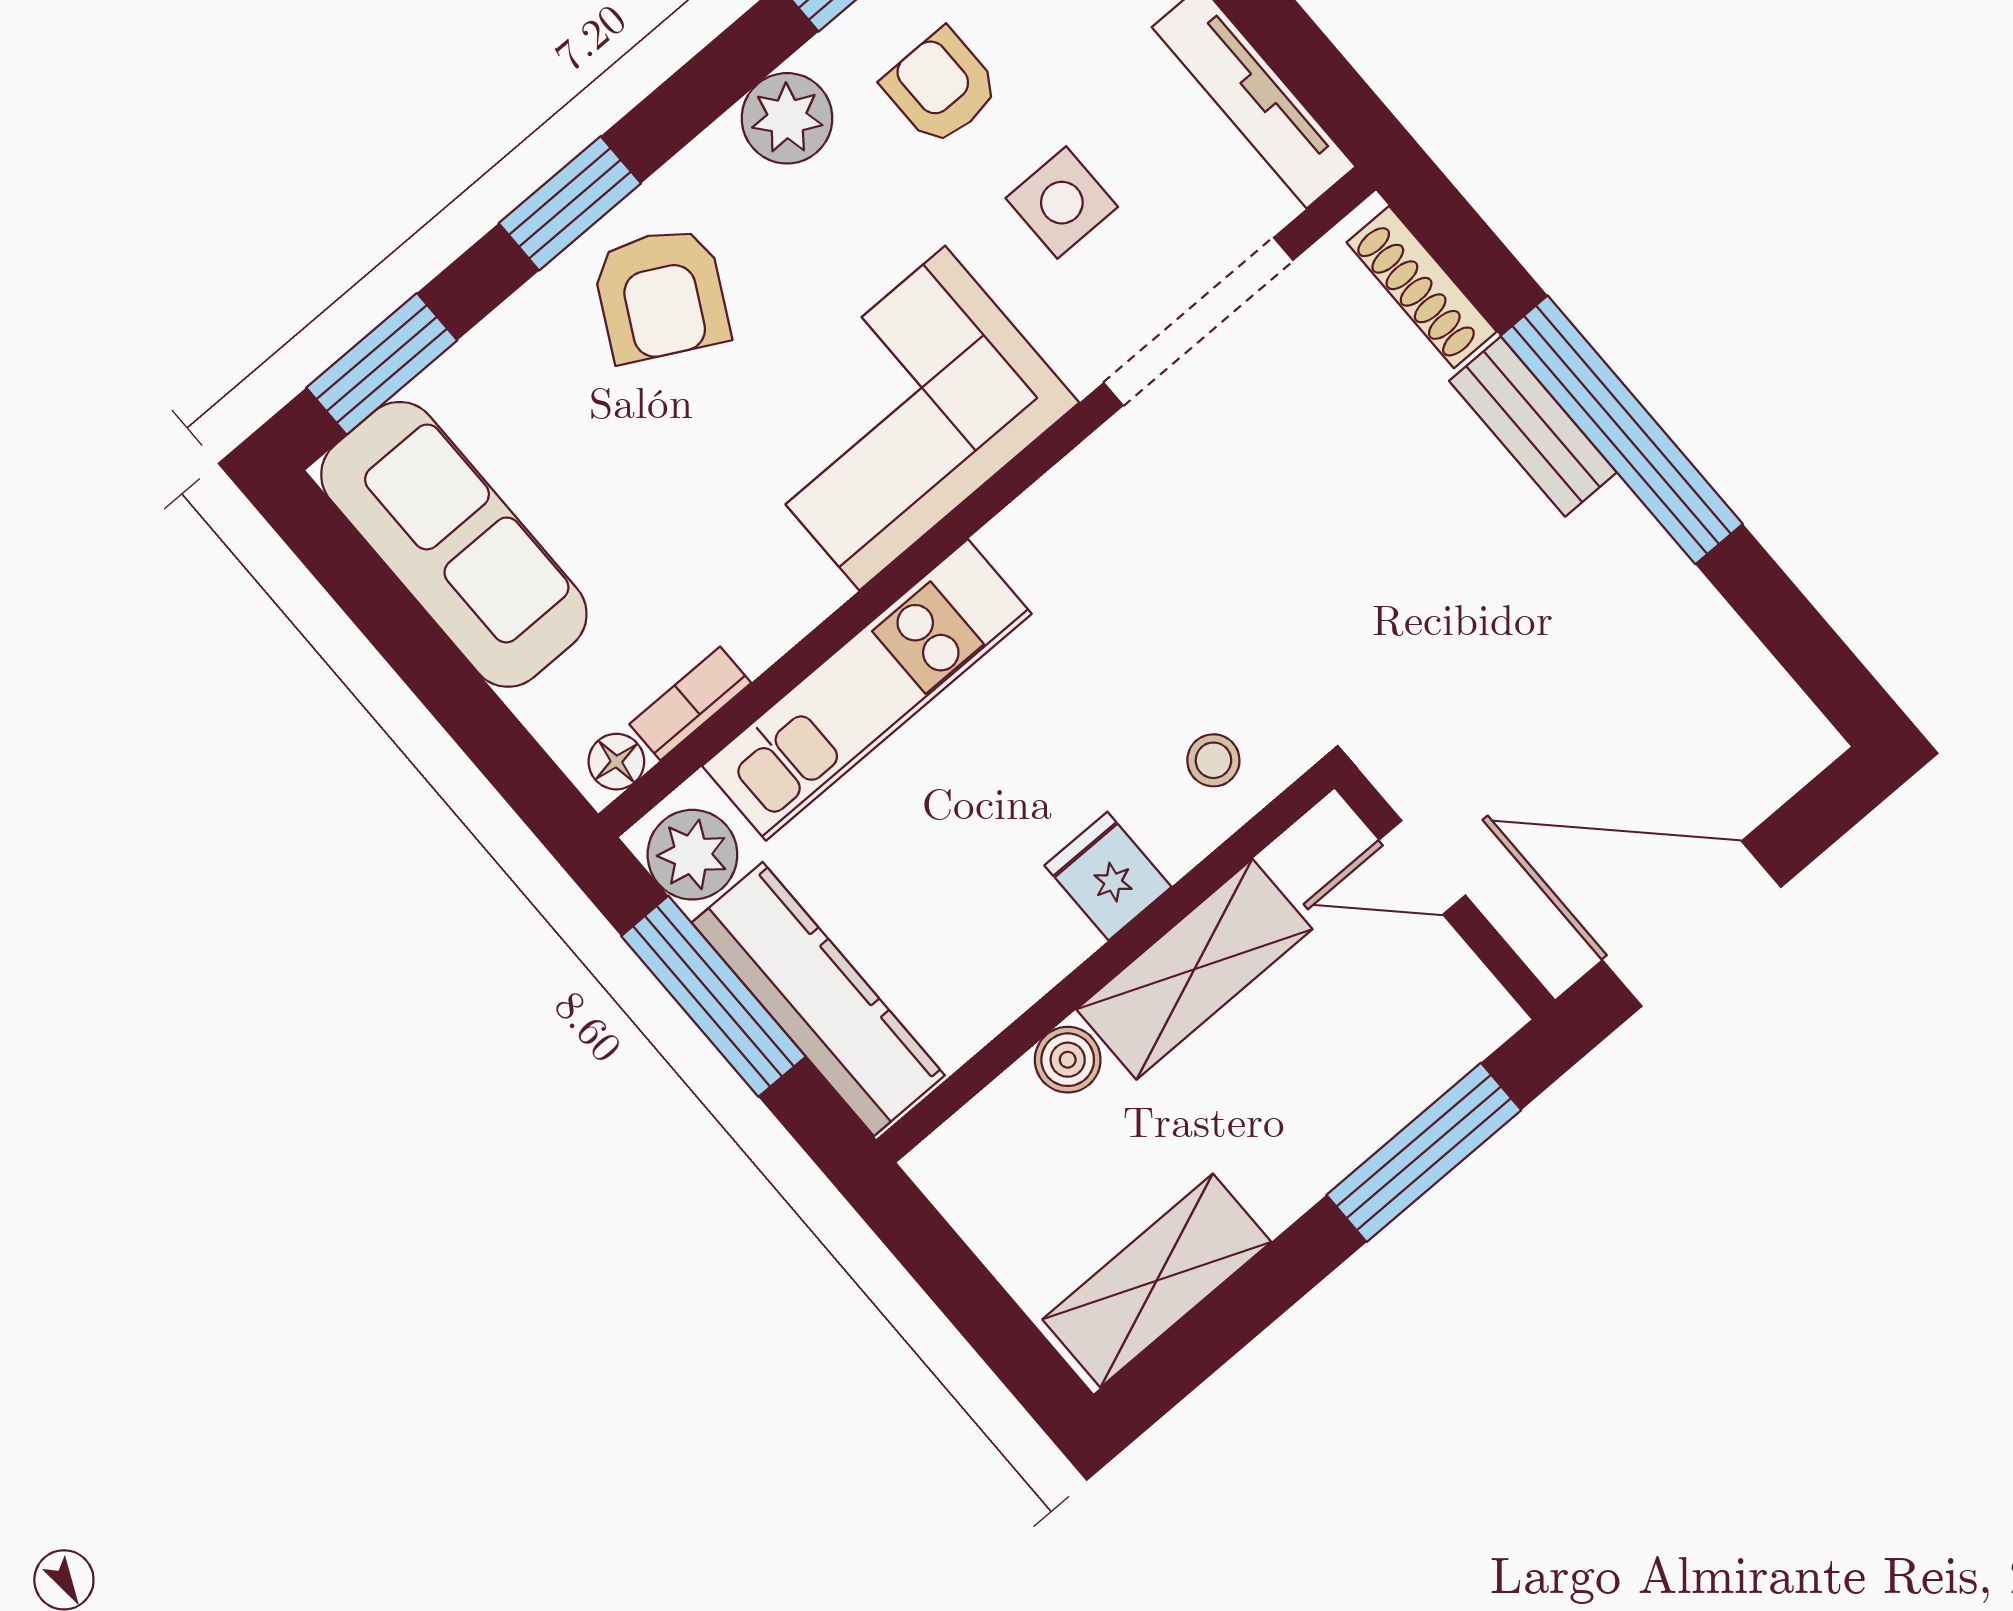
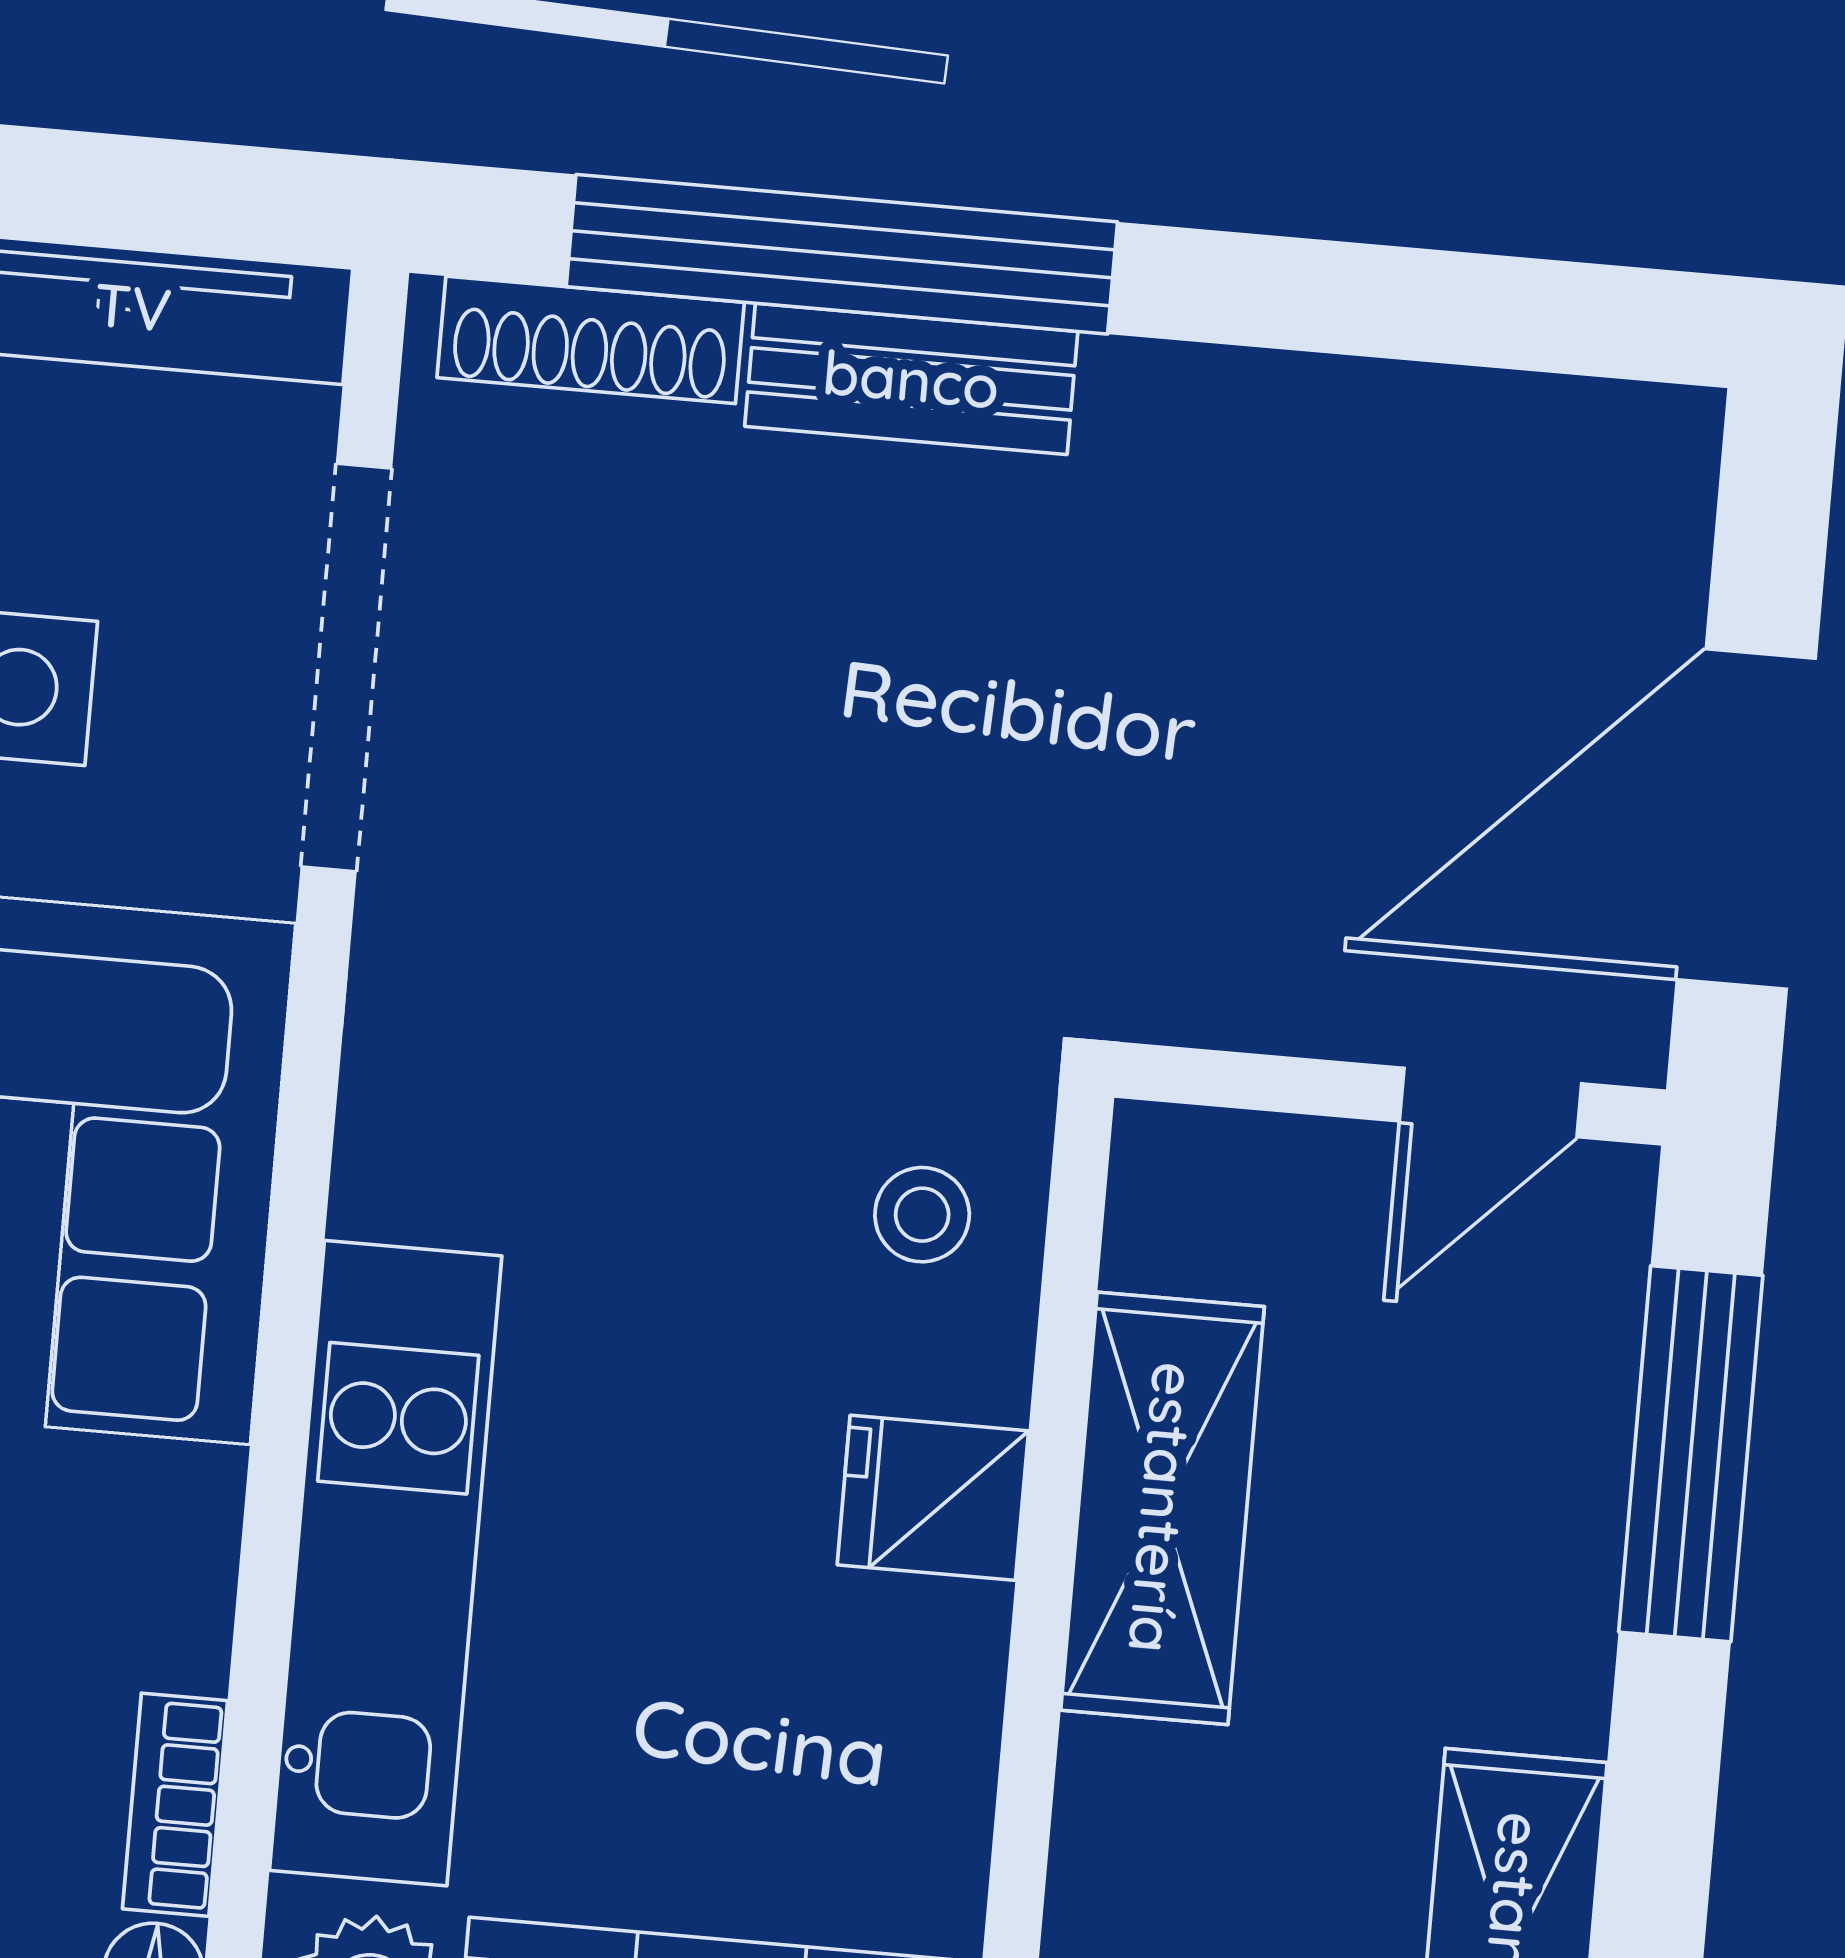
window: (1622, 430) -> (842, 254), moved
door: (1422, 868) -> (1490, 1102), moved
boiler: (1068, 1060) -> (1114, 1786), removed

